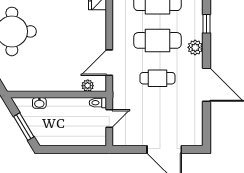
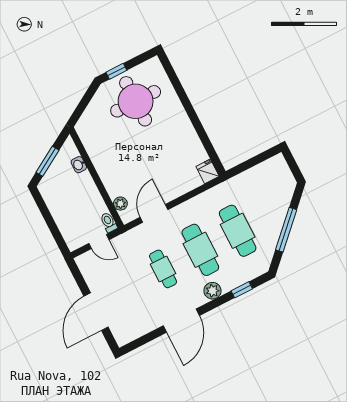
door: (109, 63) -> (154, 213), hinge flipped

